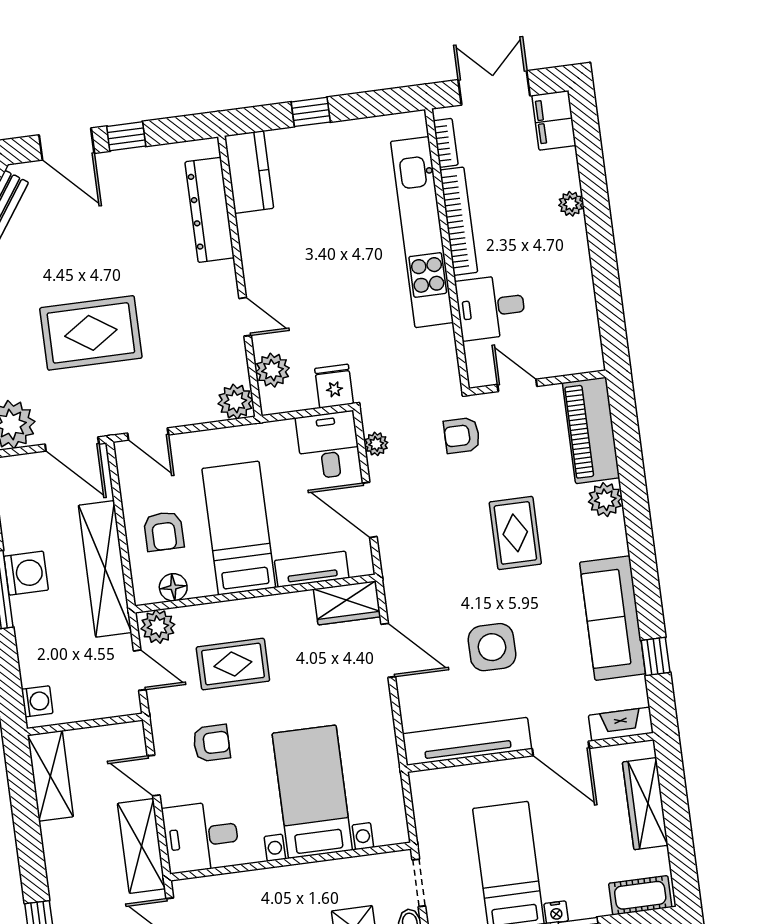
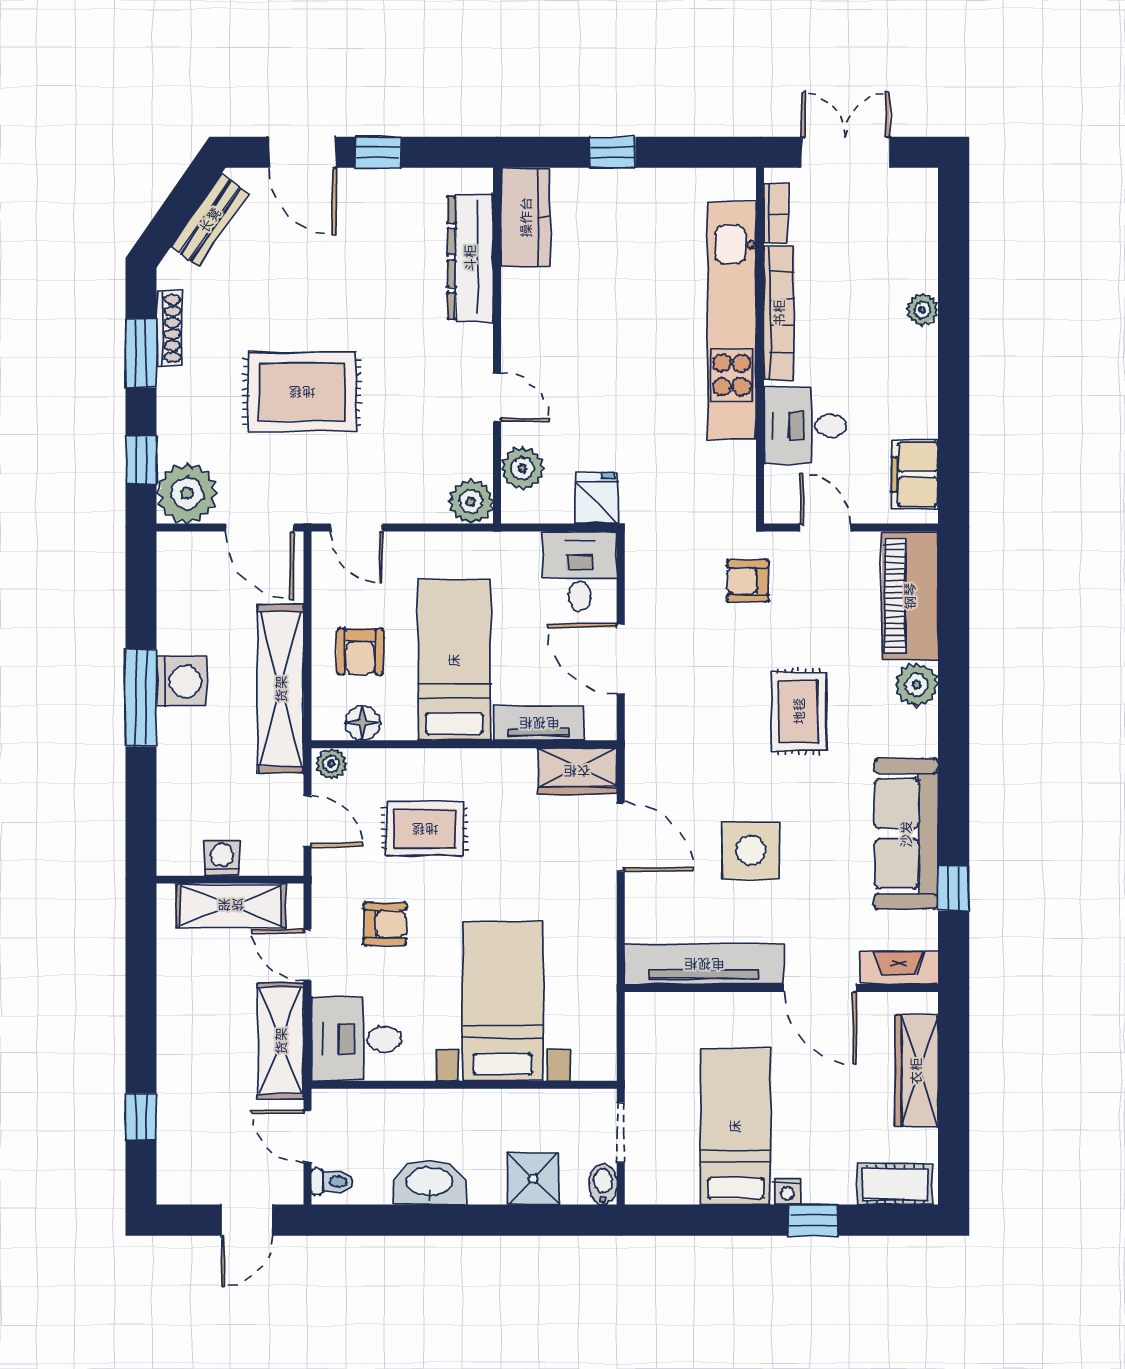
filing cabinet: (554, 120) -> (915, 474), moved
plant: (376, 444) -> (640, 577), removed
plant: (158, 627) -> (331, 764), width x0.73, depth x0.73
washing machine: (37, 701) -> (222, 858), moved, turned -90
shelving: (50, 776) -> (231, 905), moved, turned 90

